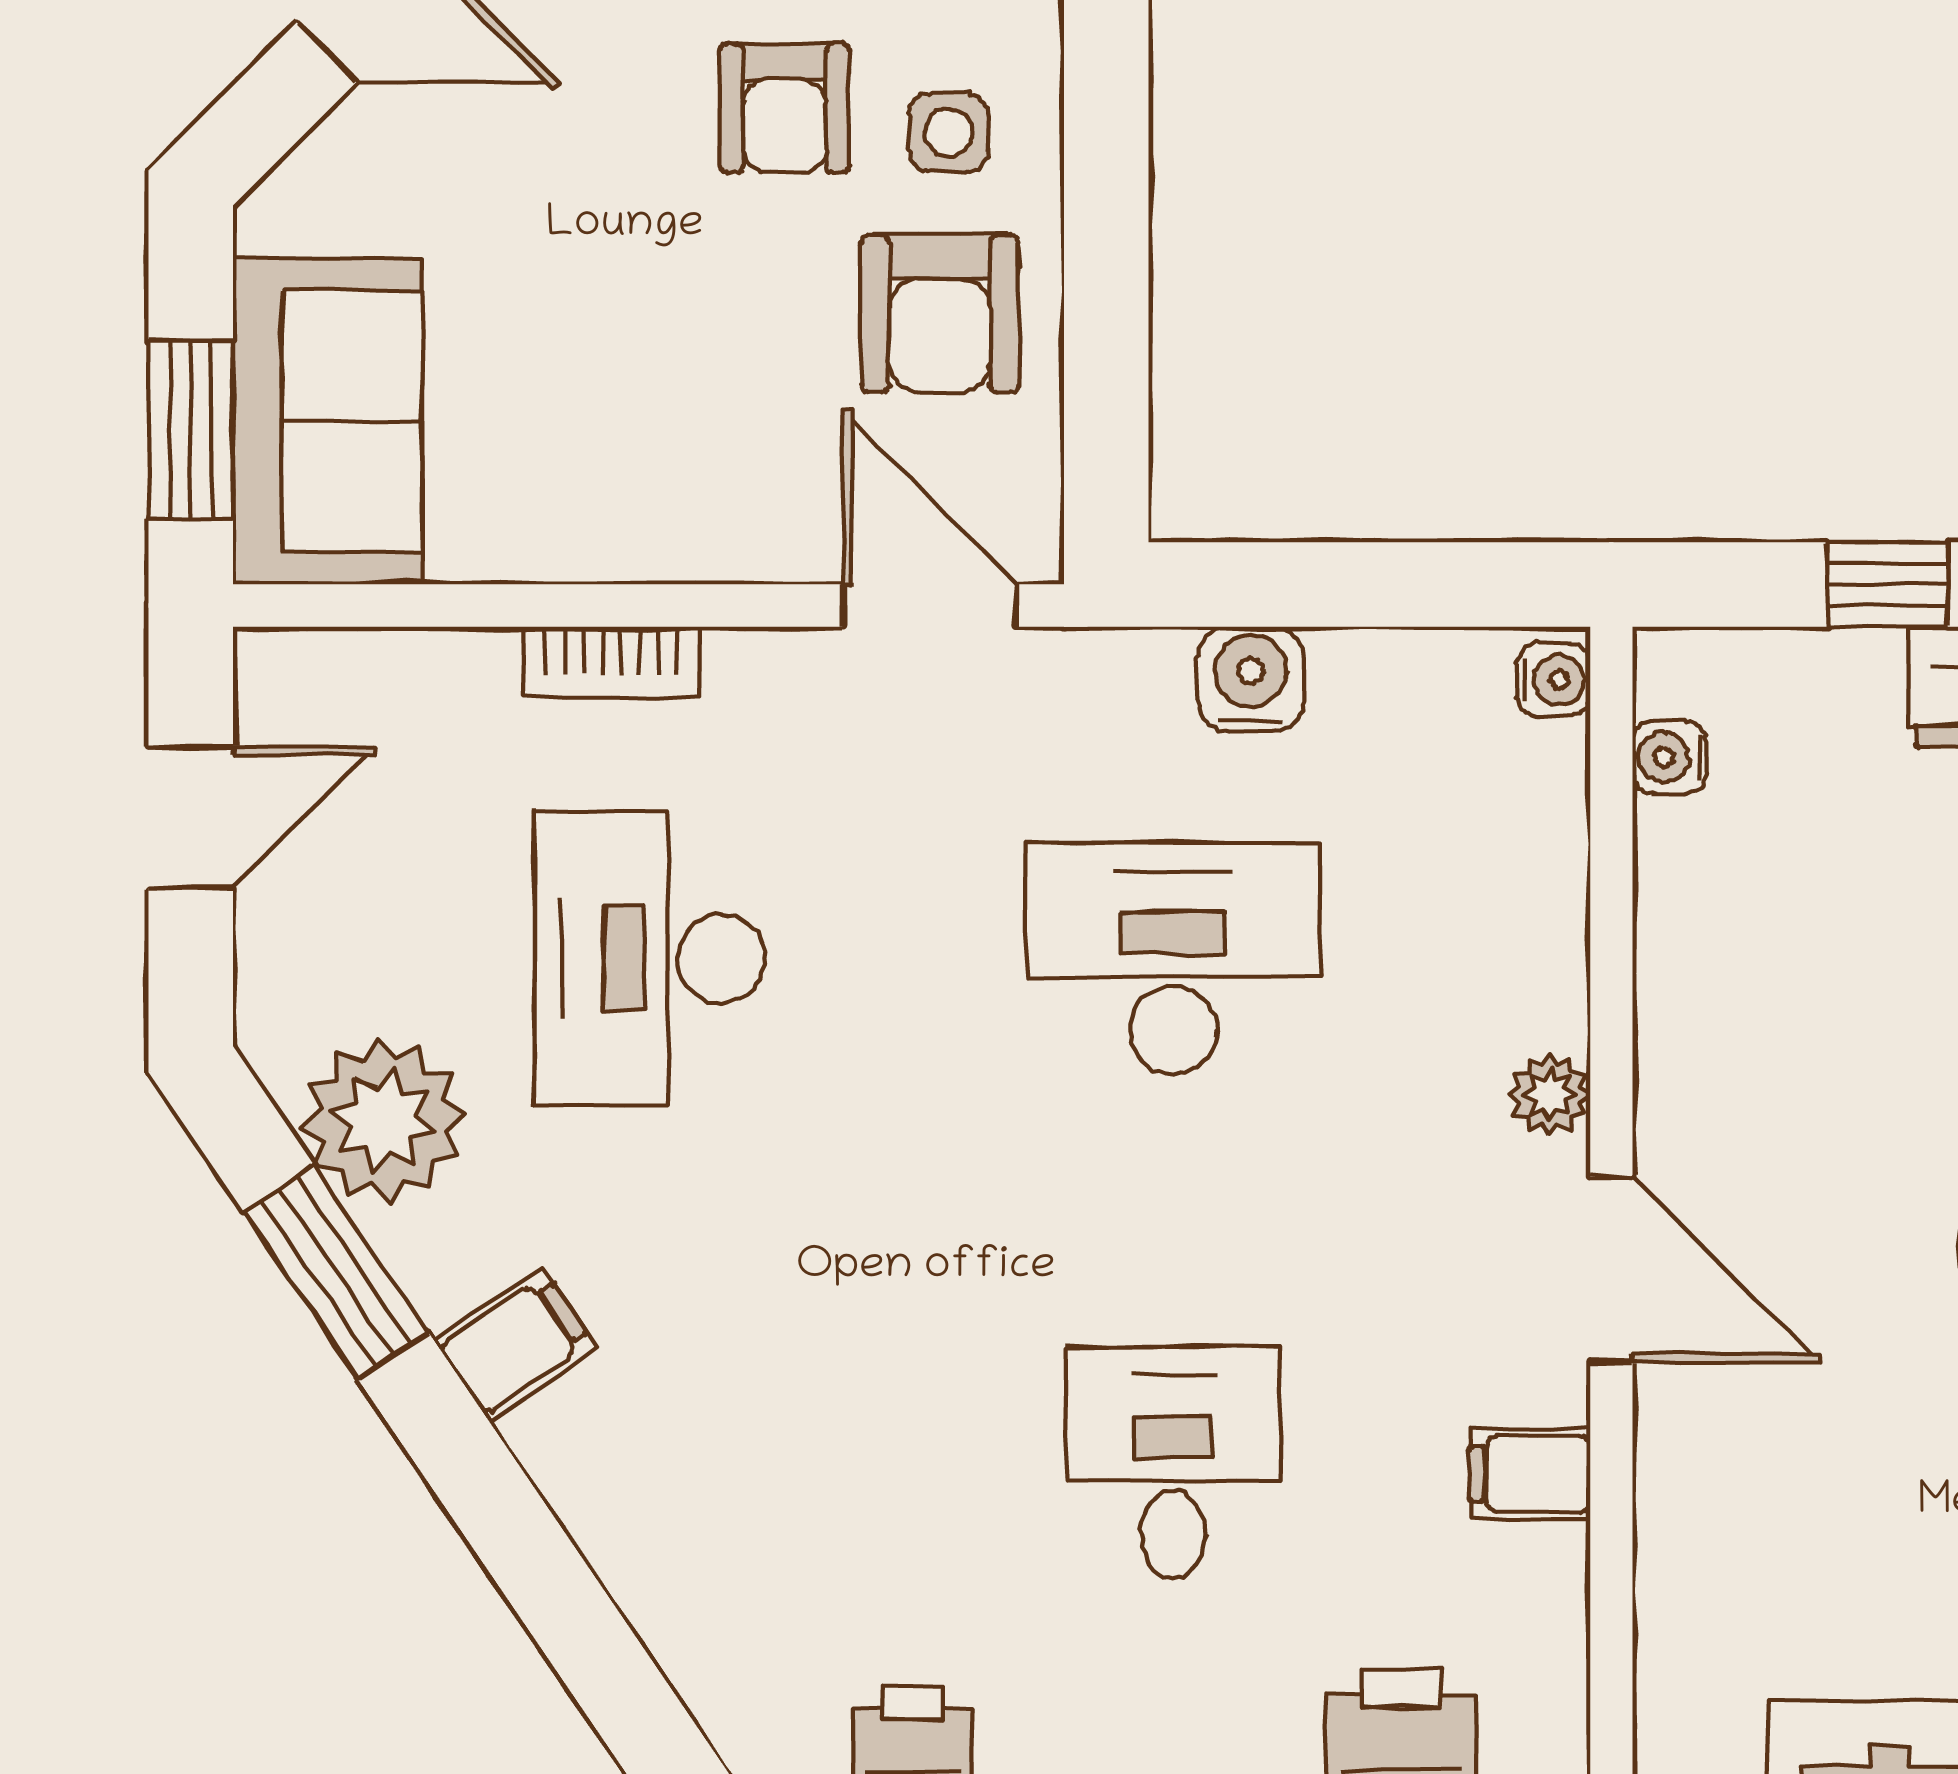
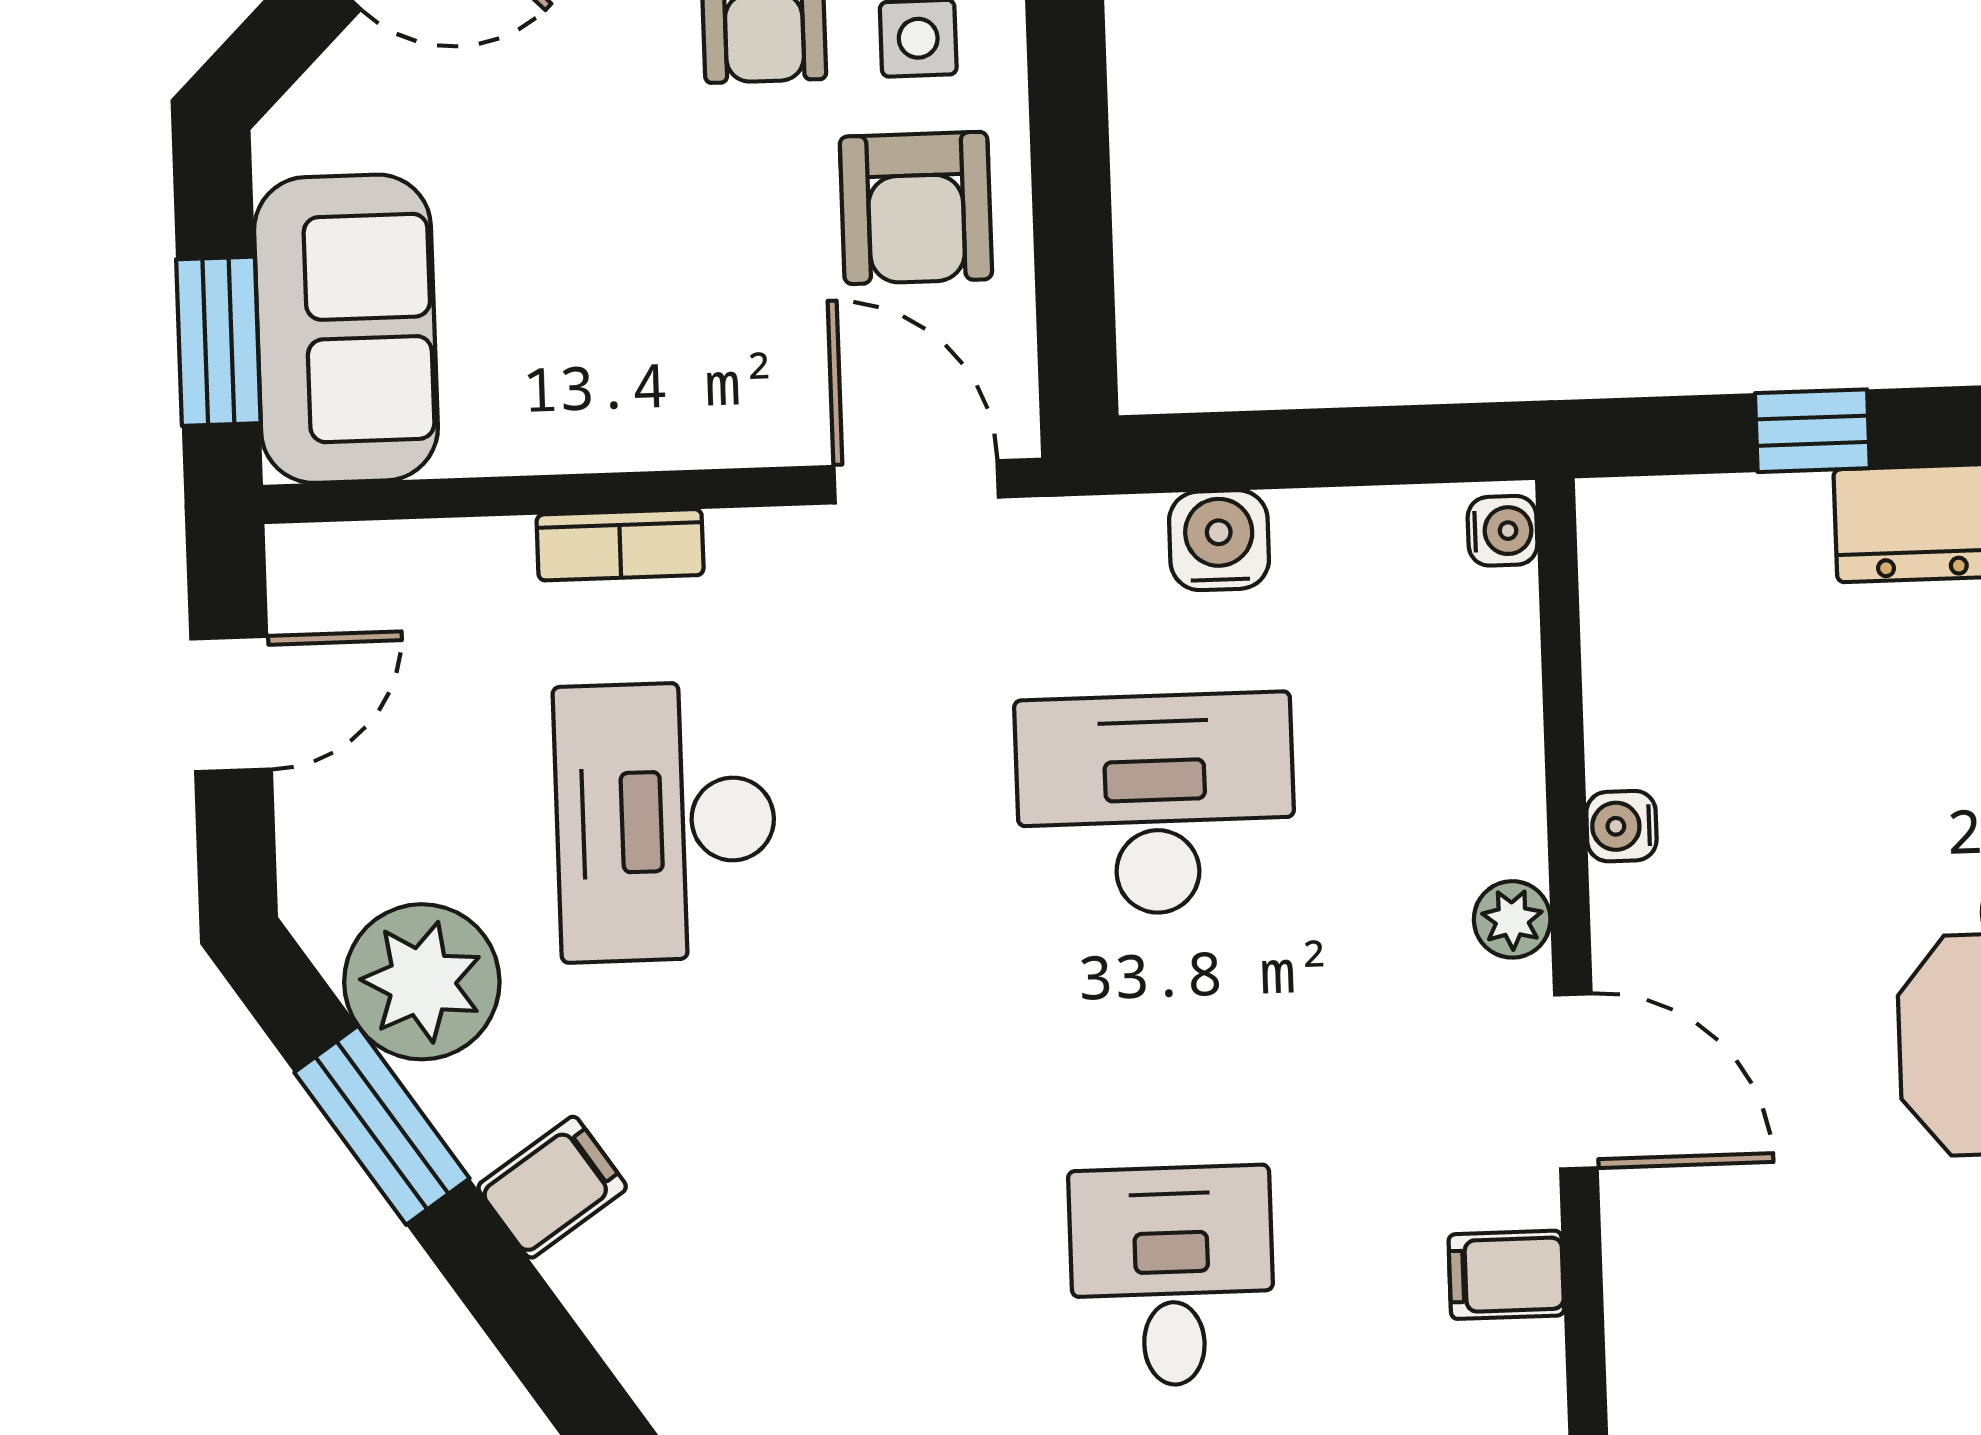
water cooler: (1669, 757) -> (1621, 826), moved

